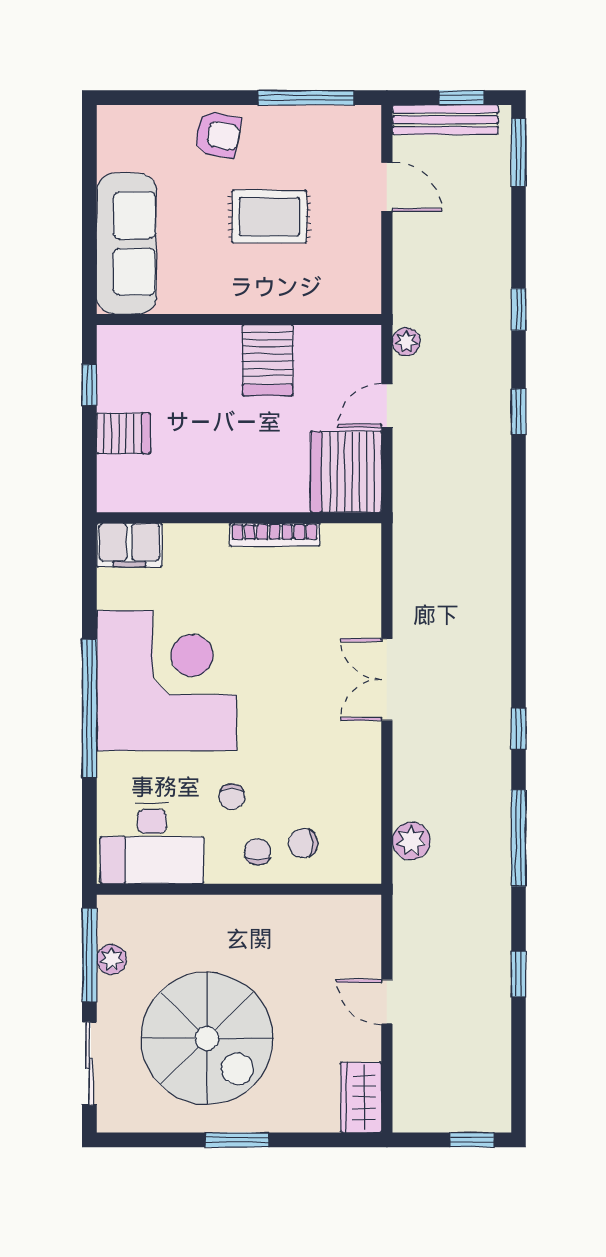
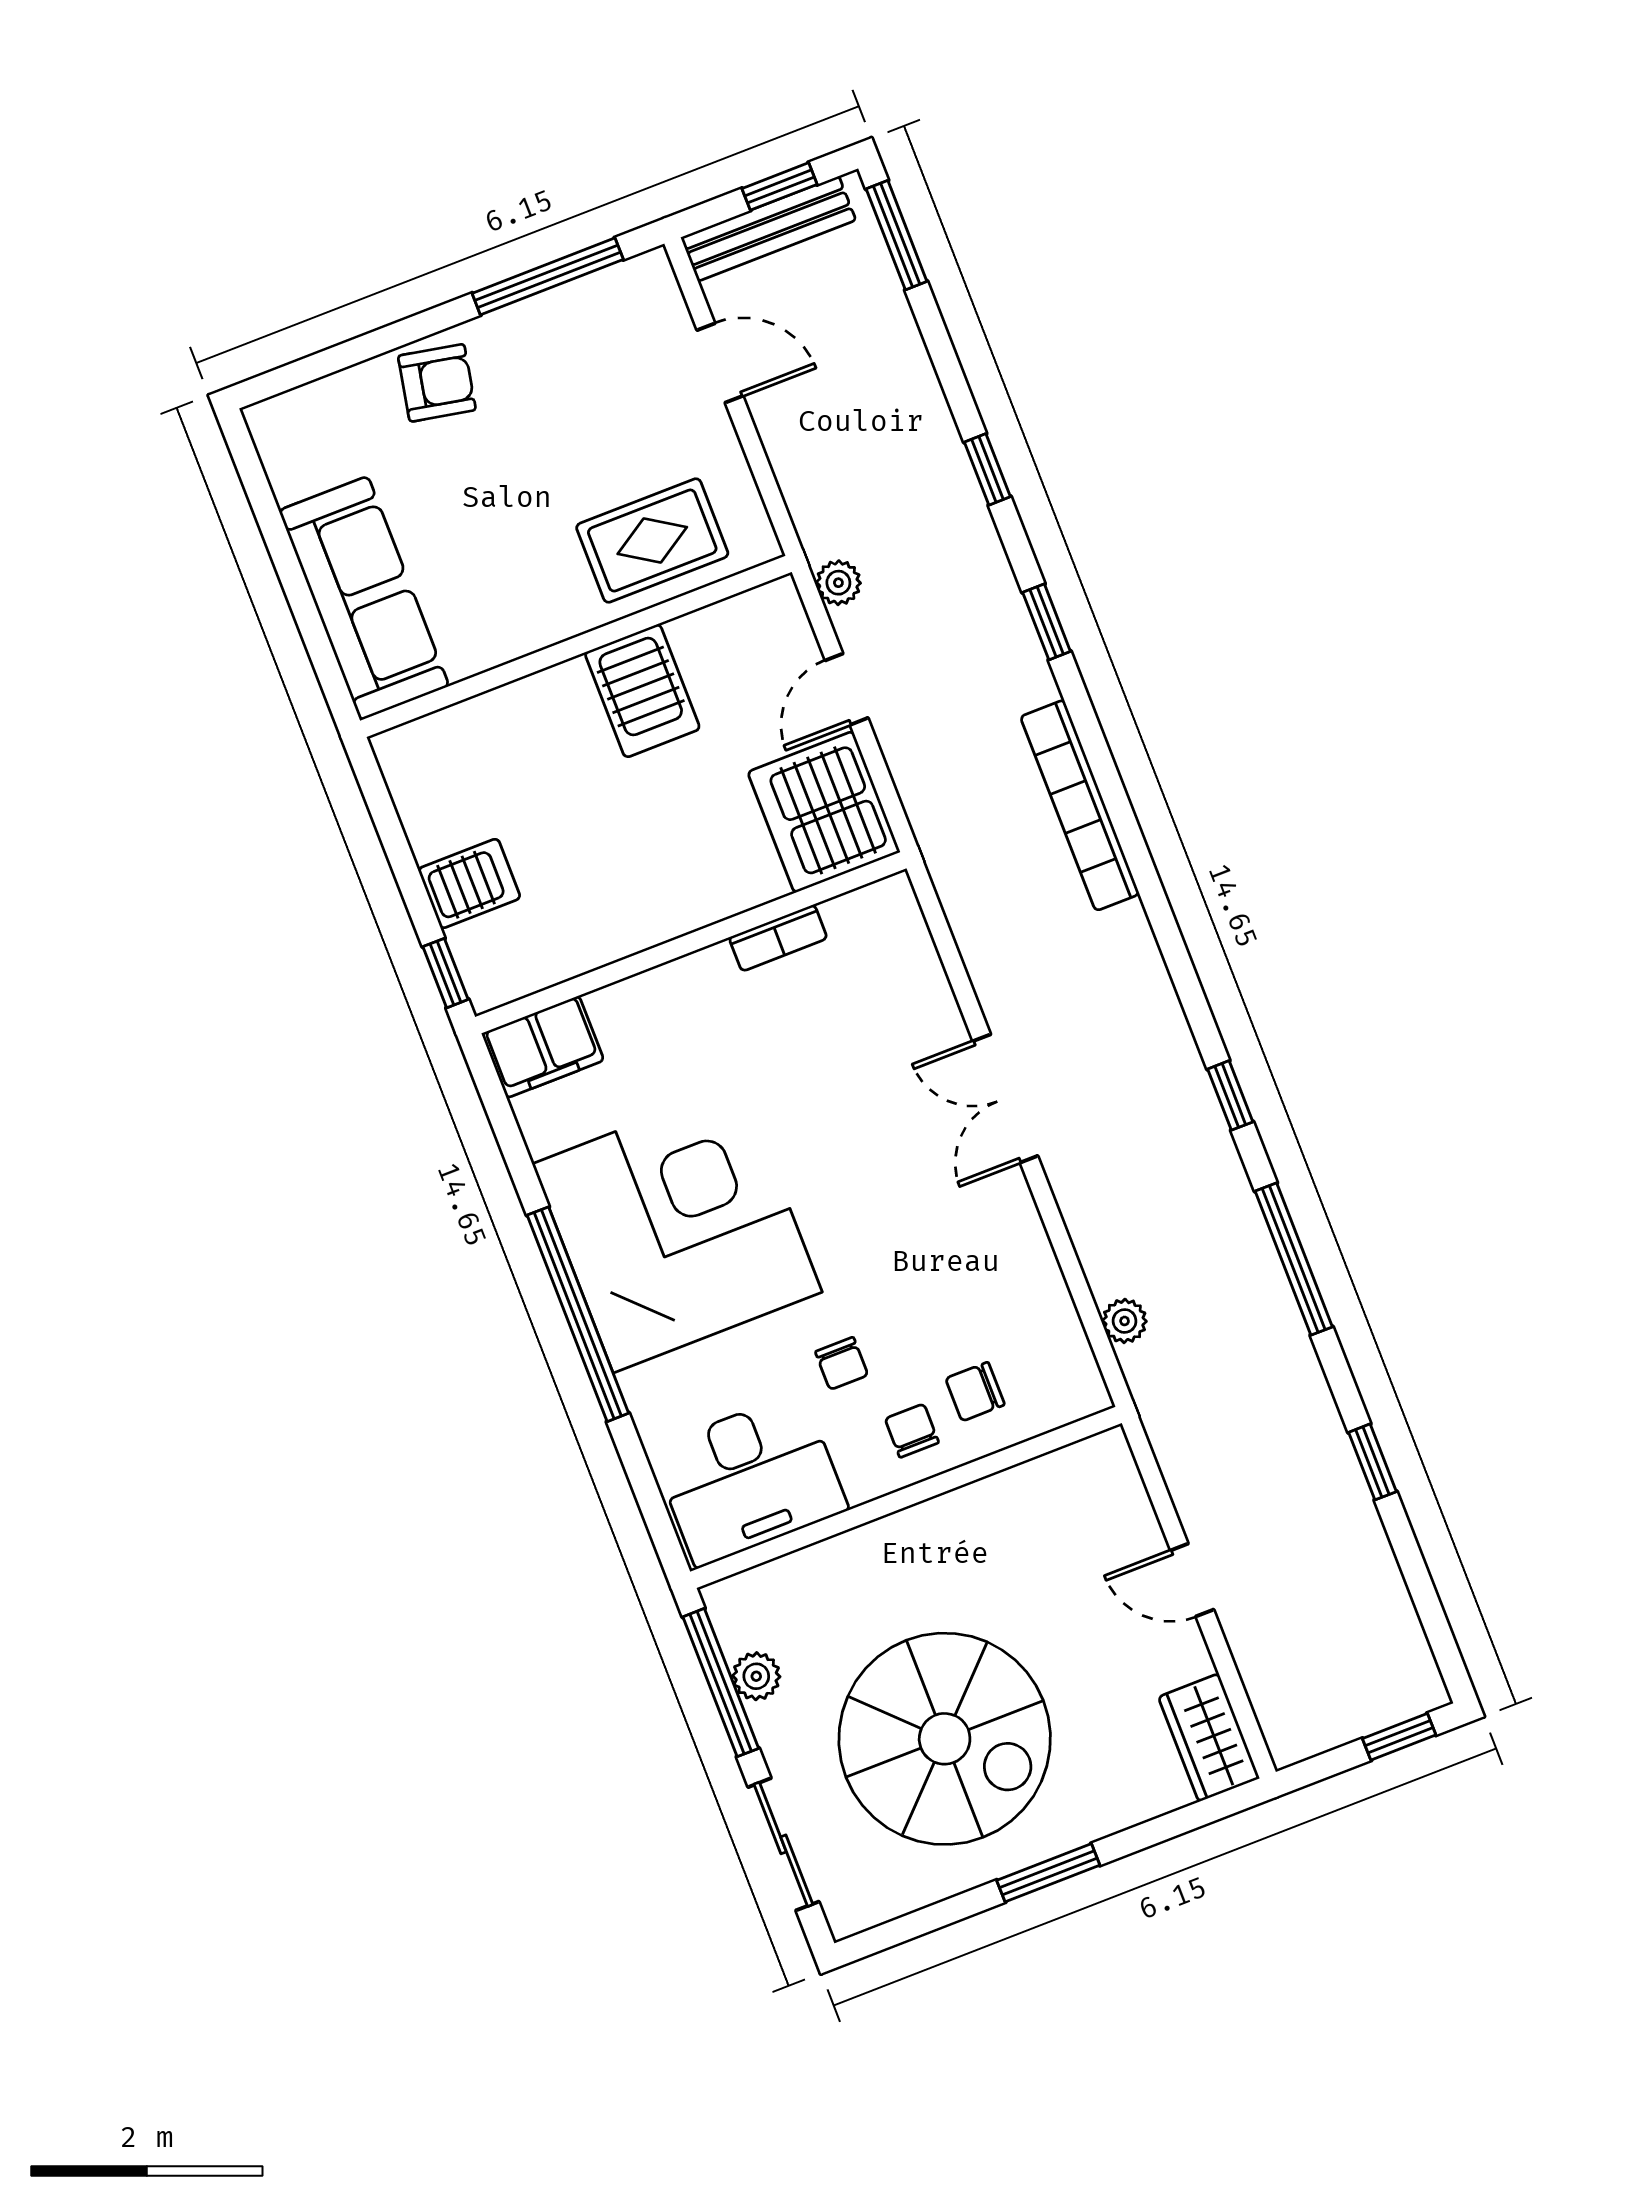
rug: (269, 217) -> (652, 540), moved
window: (89, 385) -> (445, 973), moved
bookcase: (496, 526) -> (1080, 805), added
bookcase: (275, 535) -> (778, 938), width x0.64
plant: (411, 841) -> (1125, 1321), width x0.73, depth x0.73

